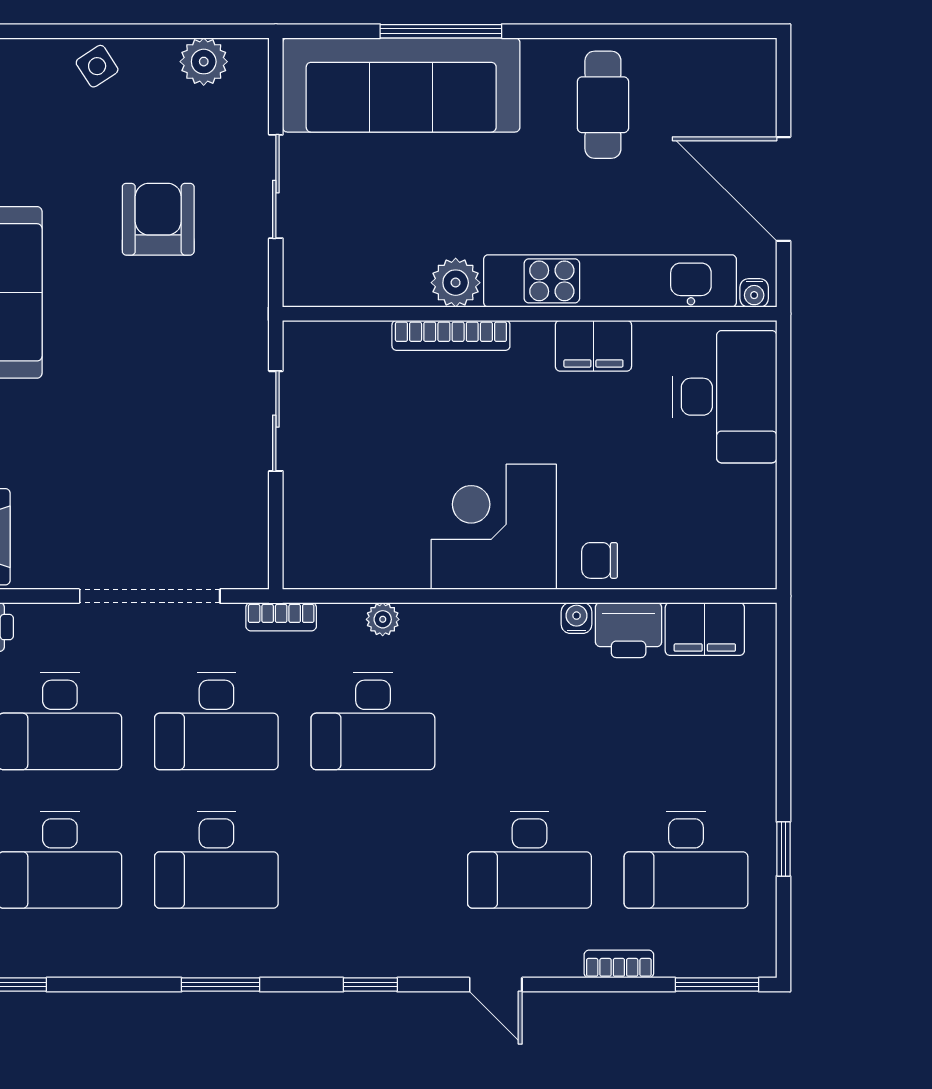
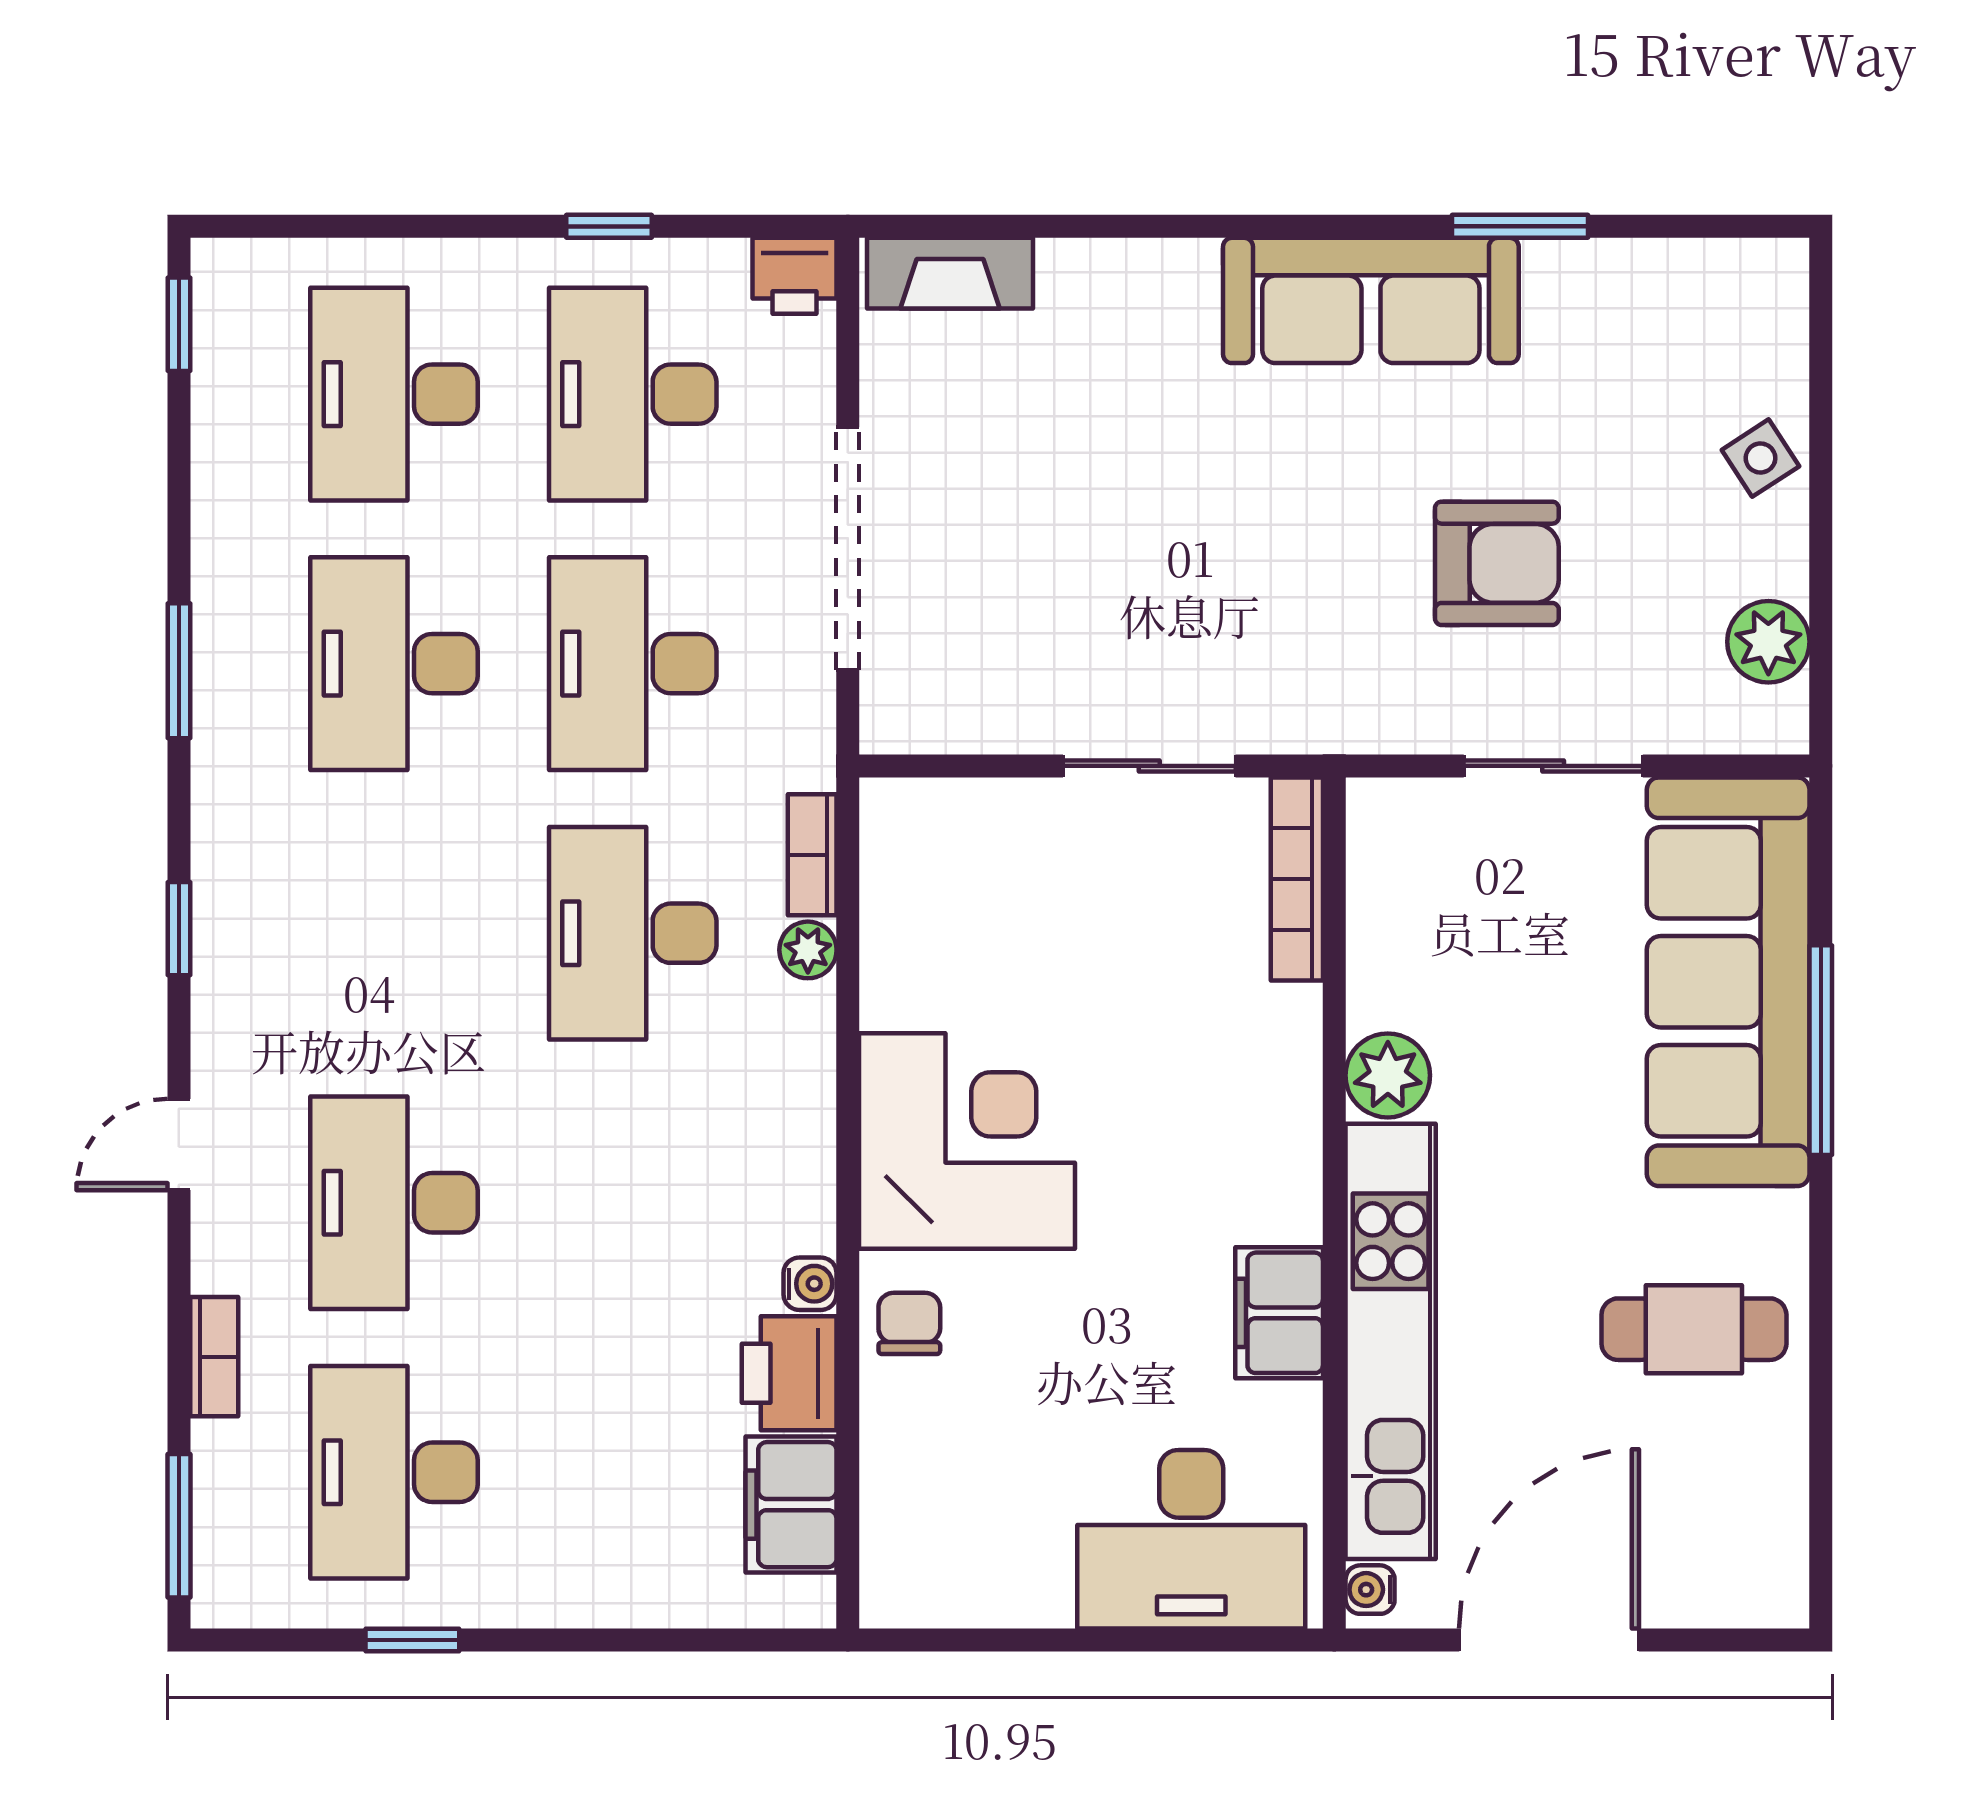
bookcase: (451, 335) -> (1297, 879), moved
bookcase: (281, 617) -> (812, 855), moved

